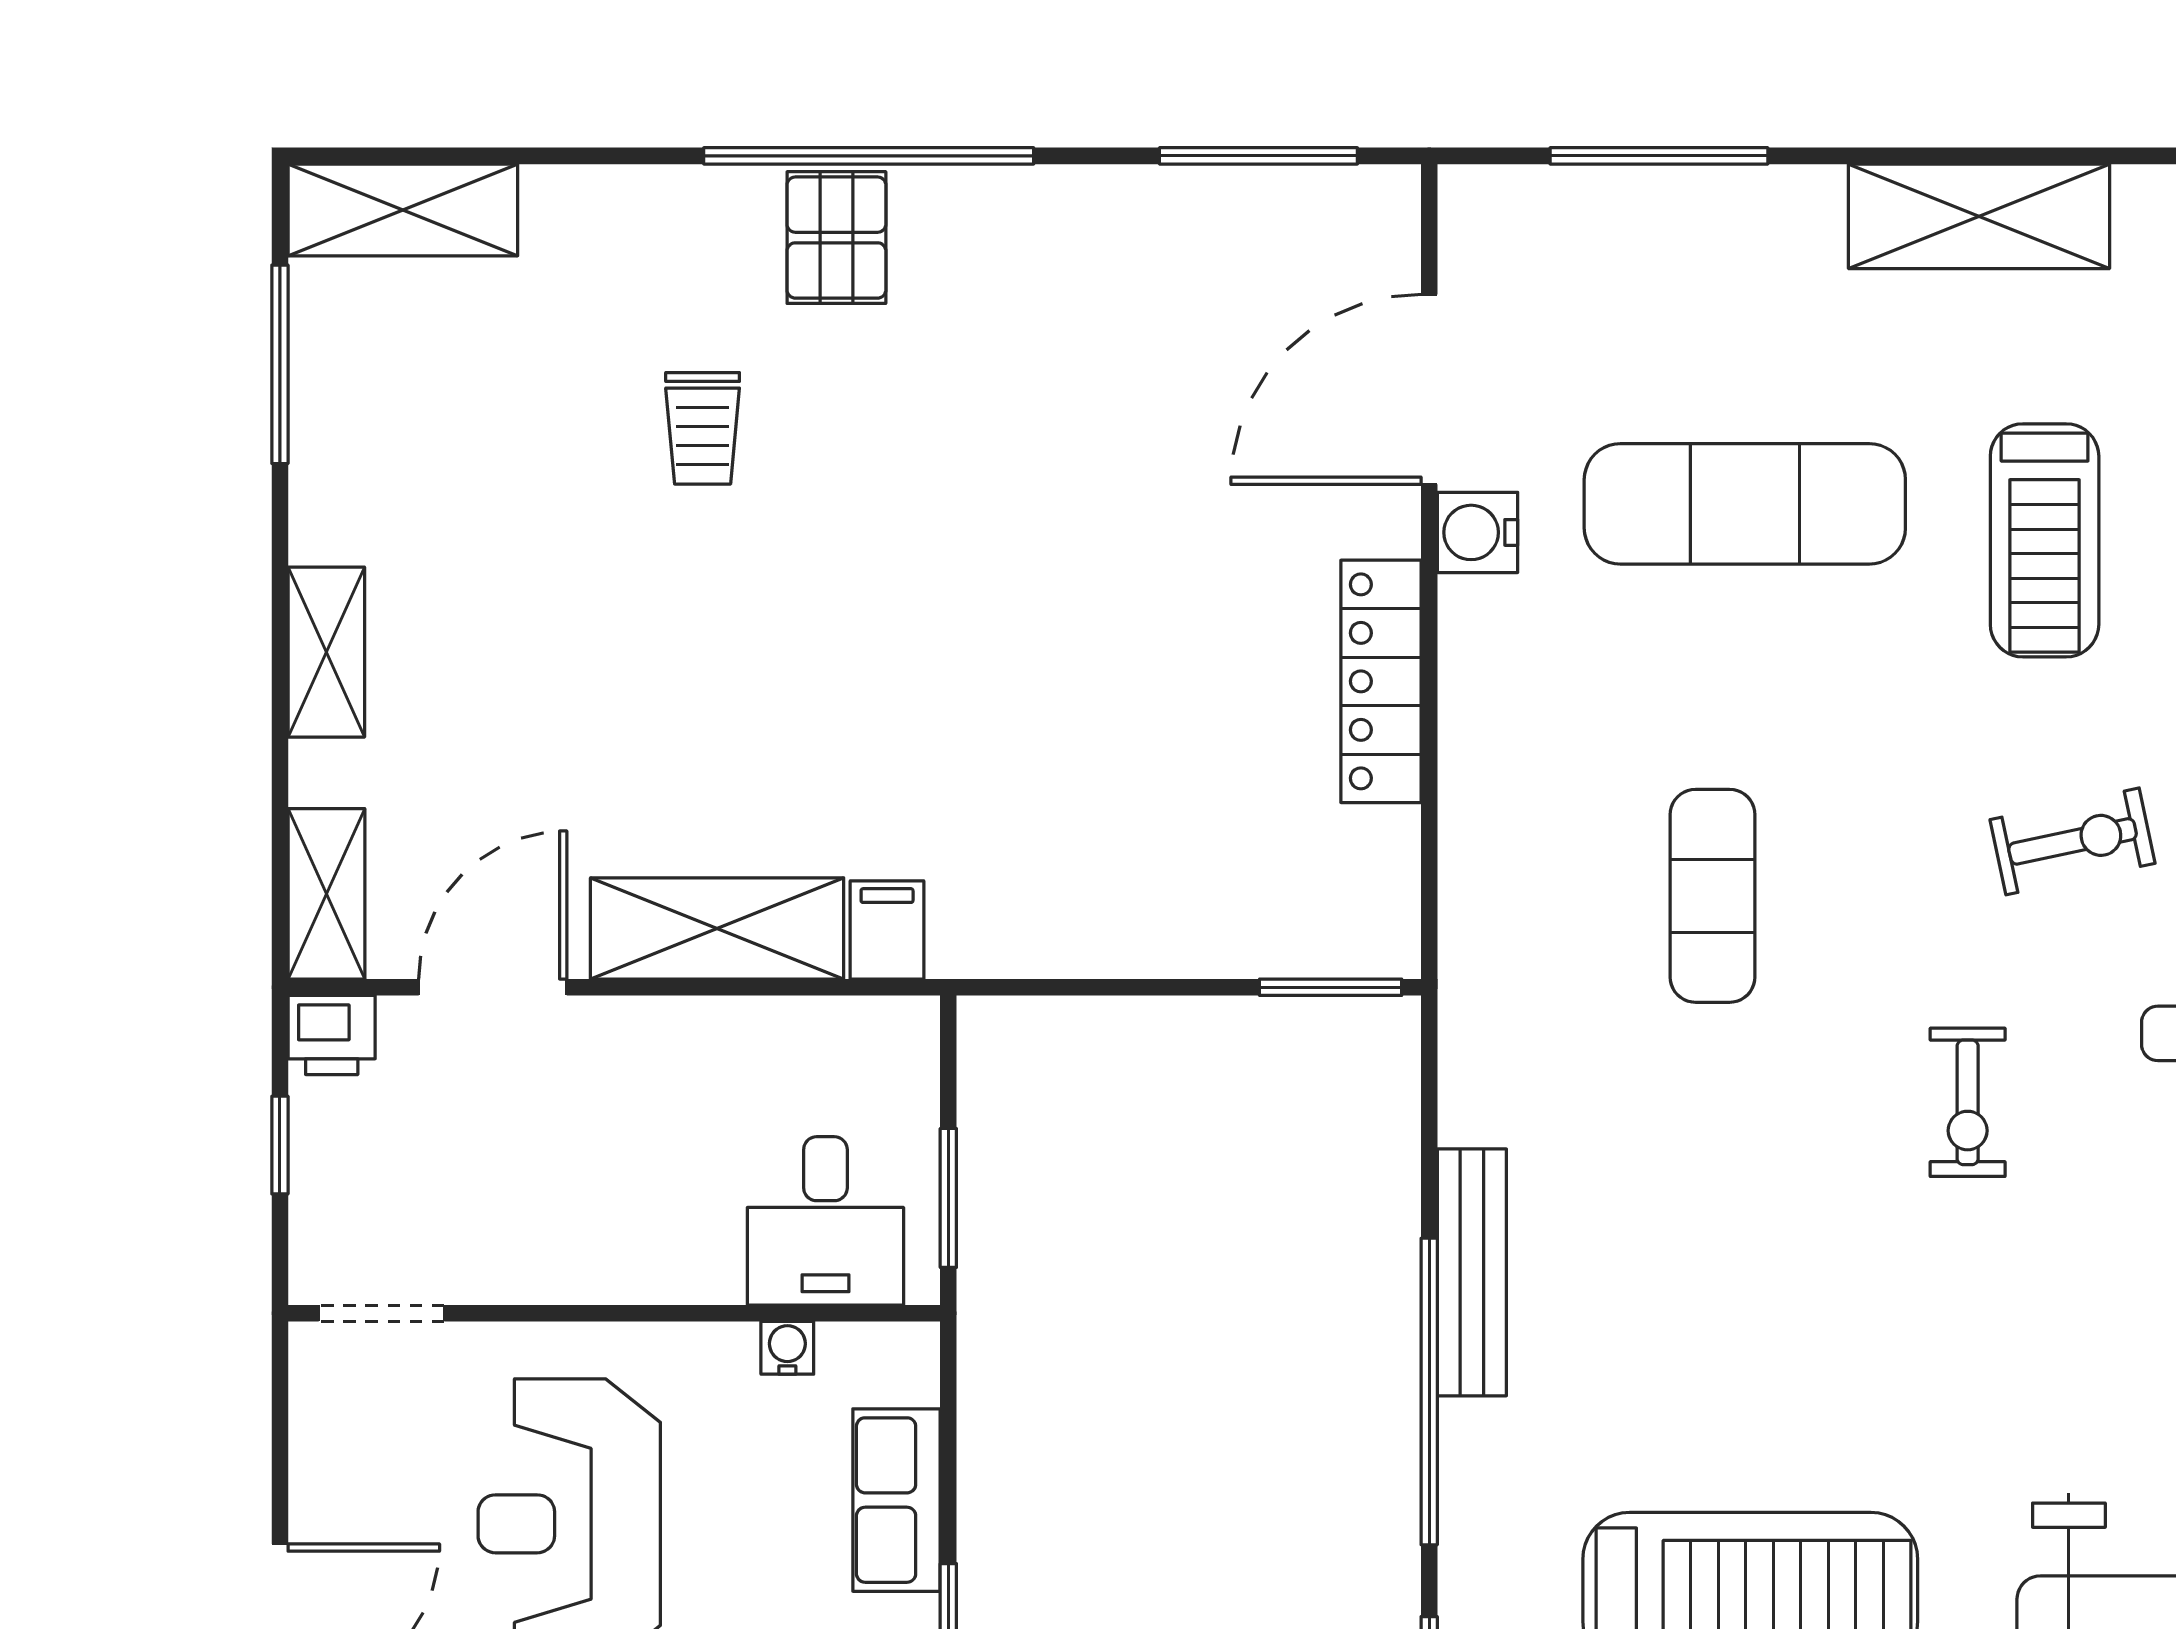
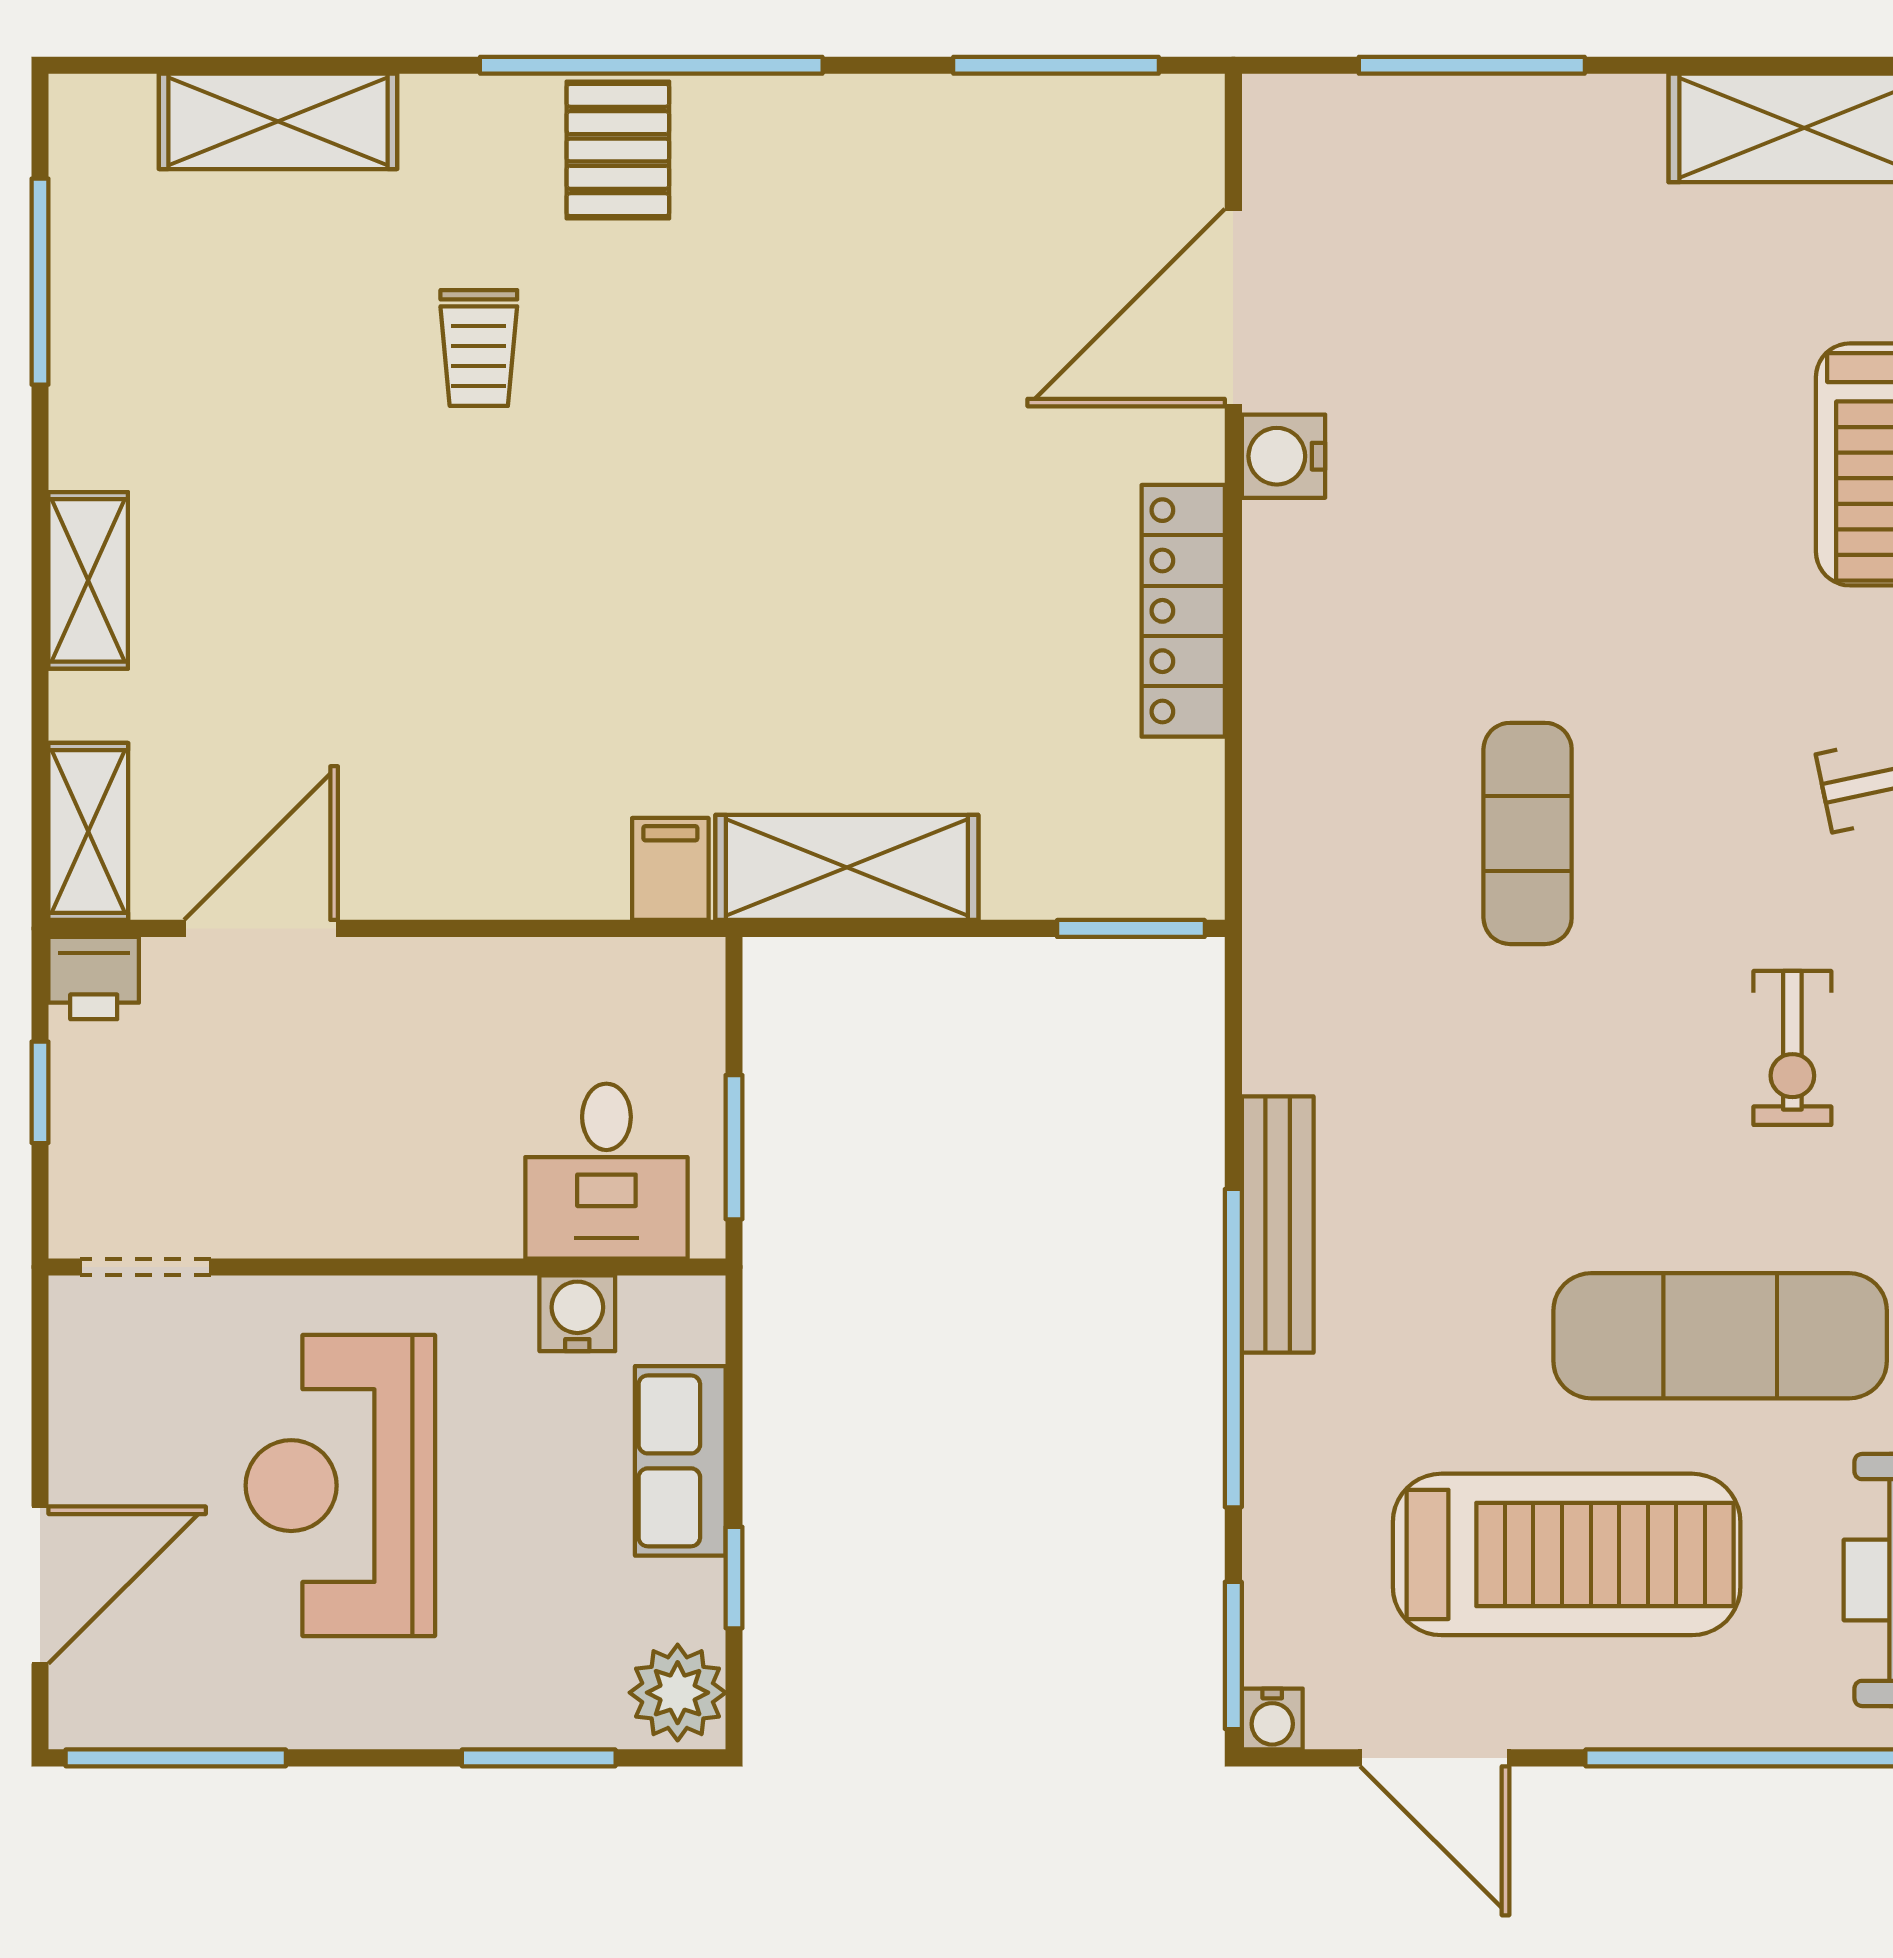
shelving: (403, 210) -> (278, 121), moved
exercise mat: (1745, 504) -> (1720, 1336), moved
shelving: (717, 928) -> (847, 867), moved
water cooler: (787, 1348) -> (577, 1313), width x1.38, depth x1.38

